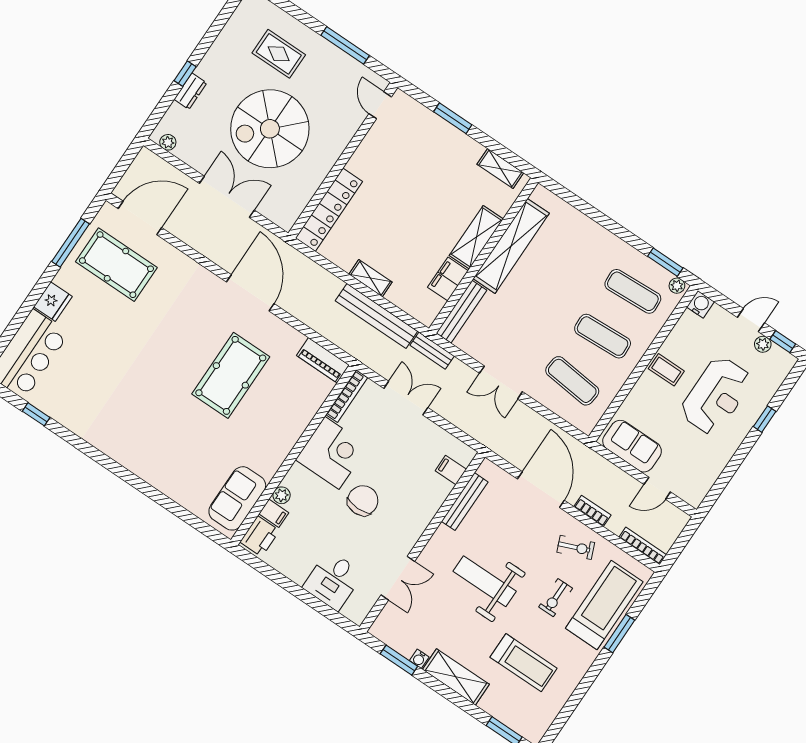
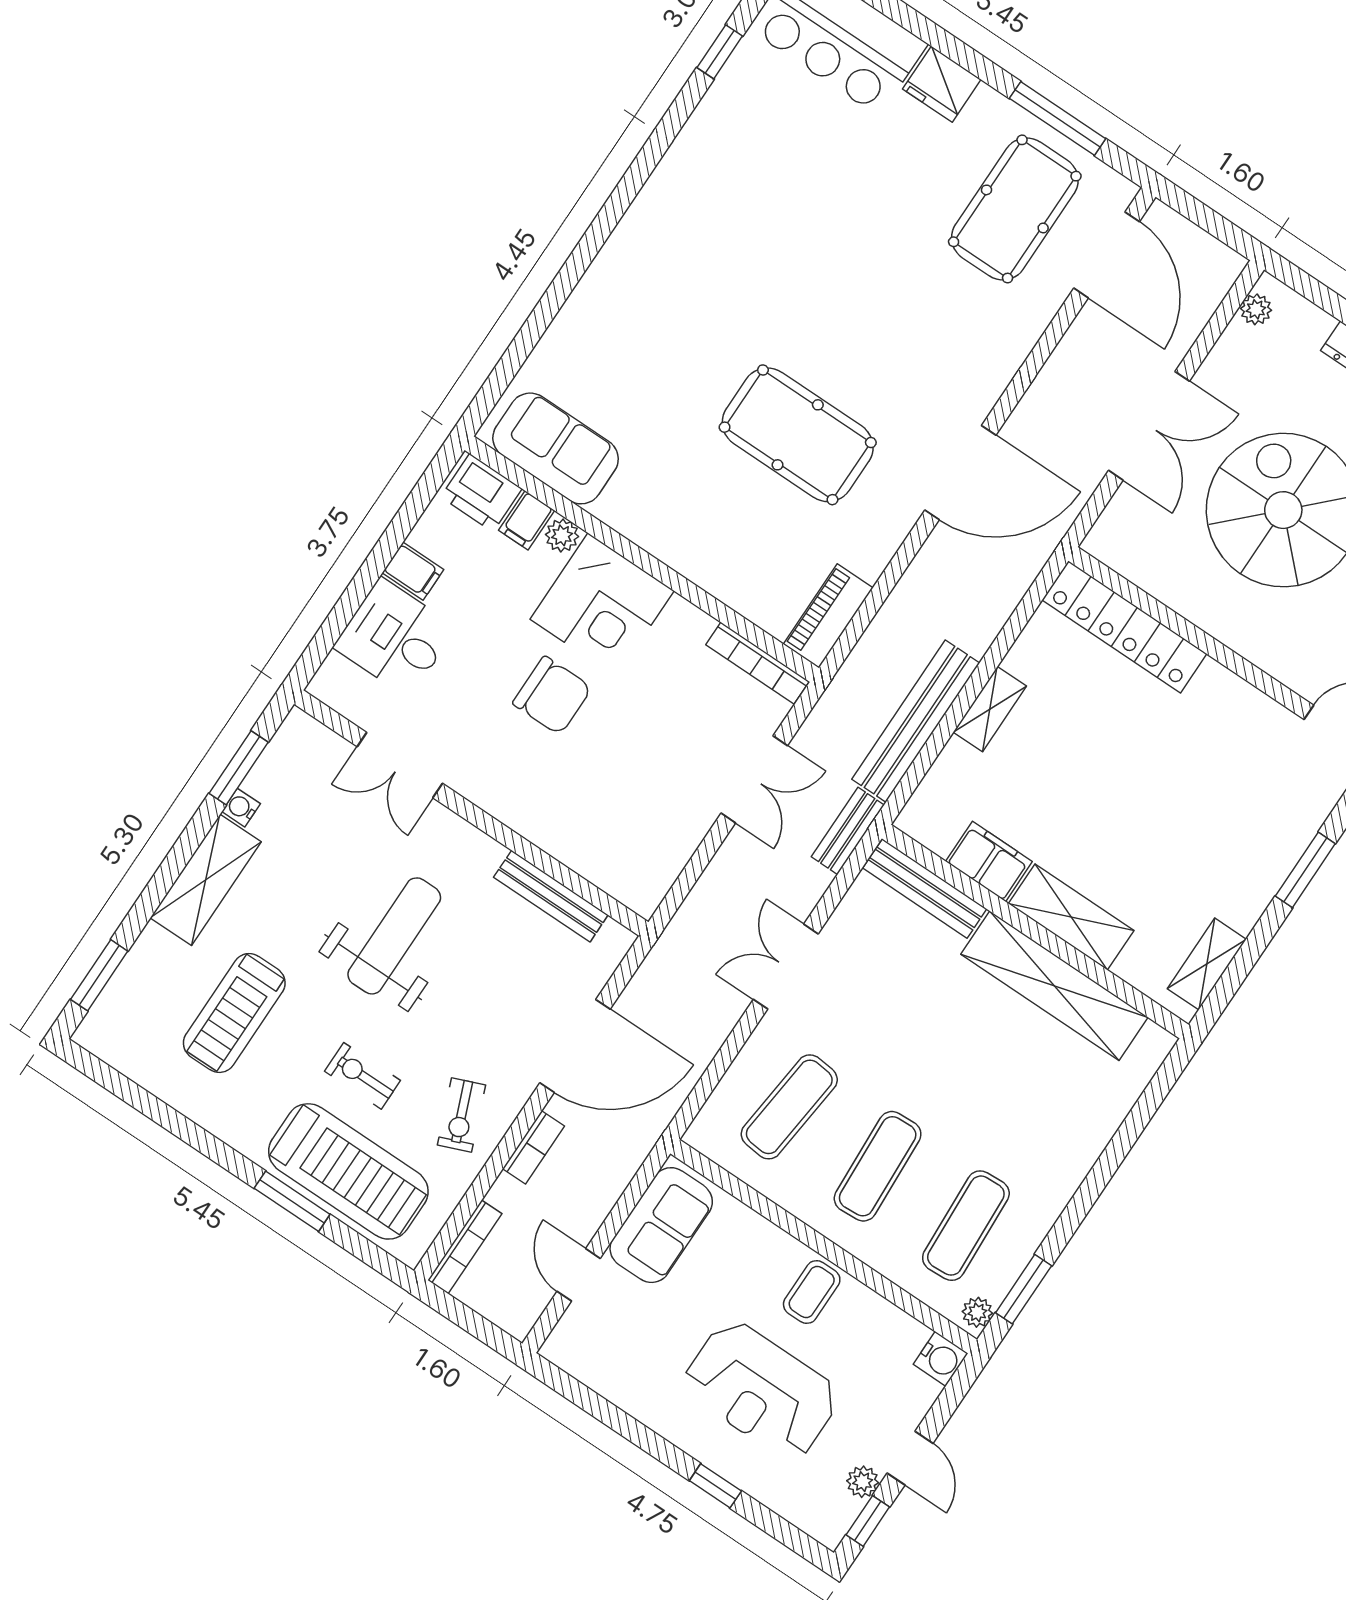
corner desk: (332, 453) -> (602, 605), moved
filing cabinet: (451, 470) -> (413, 571), moved, turned 90

